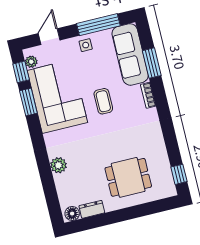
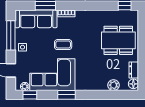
window: (28, 102) -> (66, 95), moved
plant: (58, 165) -> (114, 85), moved
dining table: (128, 177) -> (118, 40), width x1.38

